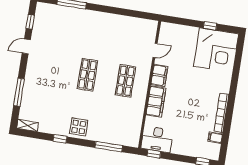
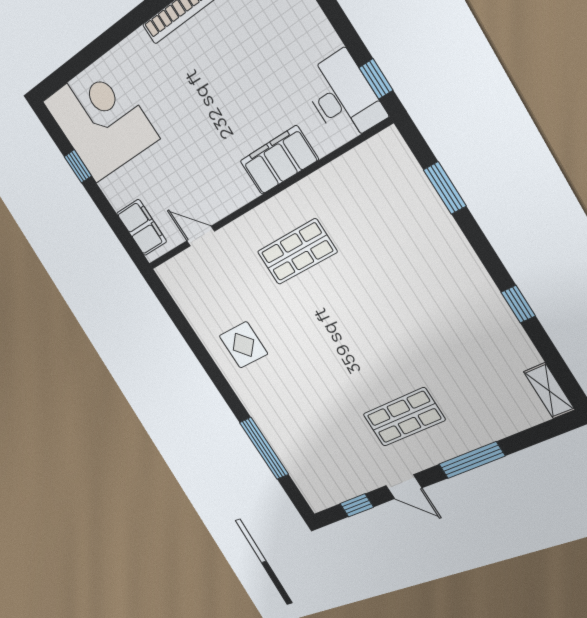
shop shelf: (87, 75) -> (404, 417), moved
filing cabinet: (159, 75) -> (142, 227), moved, turned 90
window: (19, 92) -> (472, 460), moved
display table: (79, 127) -> (243, 345), moved
window: (109, 147) -> (445, 188), width x0.69

